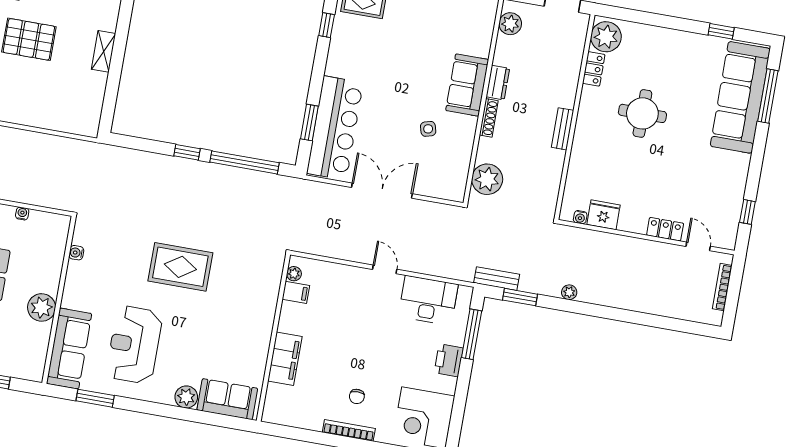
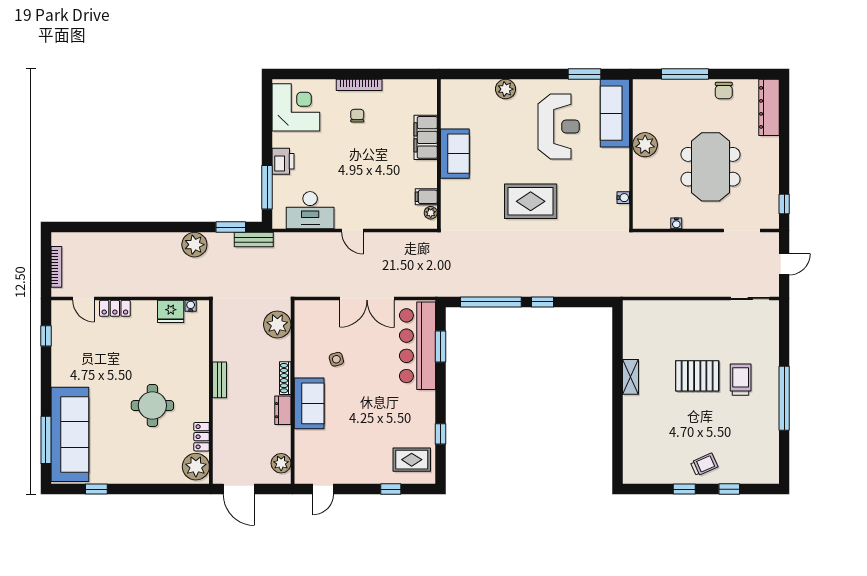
plant: (569, 292) -> (194, 245), width x1.87, depth x1.87
sofa: (227, 399) -> (455, 154), moved, turned -90

